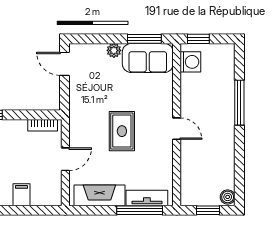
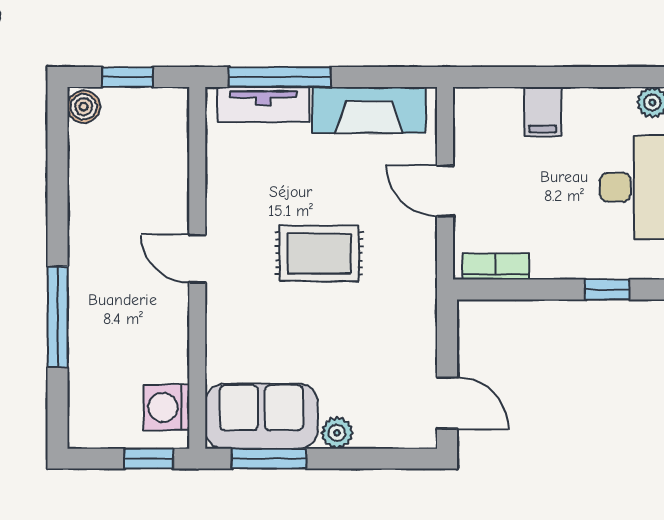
rug: (122, 131) -> (319, 253), turned 90
door: (65, 159) -> (445, 191), hinge flipped

